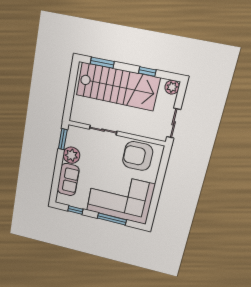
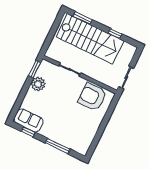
plant: (172, 87) -> (131, 50), removed
sofa: (68, 180) -> (29, 120), moved, turned -90
corner sofa: (120, 197) -> (70, 129), removed

